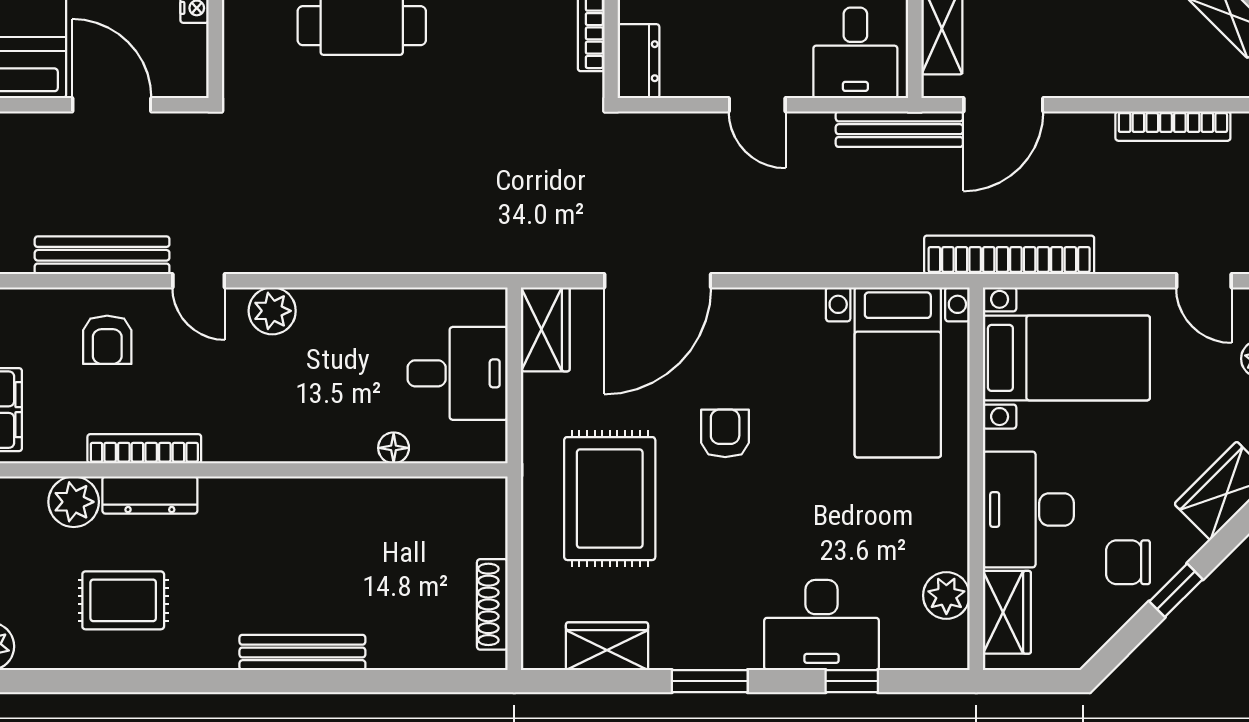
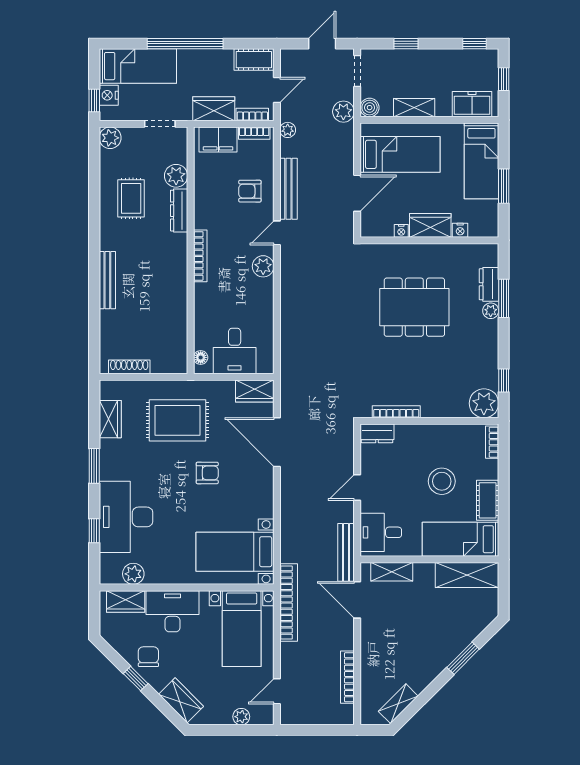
floor lamp: (394, 448) -> (201, 357), moved
bookcase: (144, 449) -> (200, 256), moved
desk: (822, 625) -> (126, 517), width x1.36, depth x1.30

